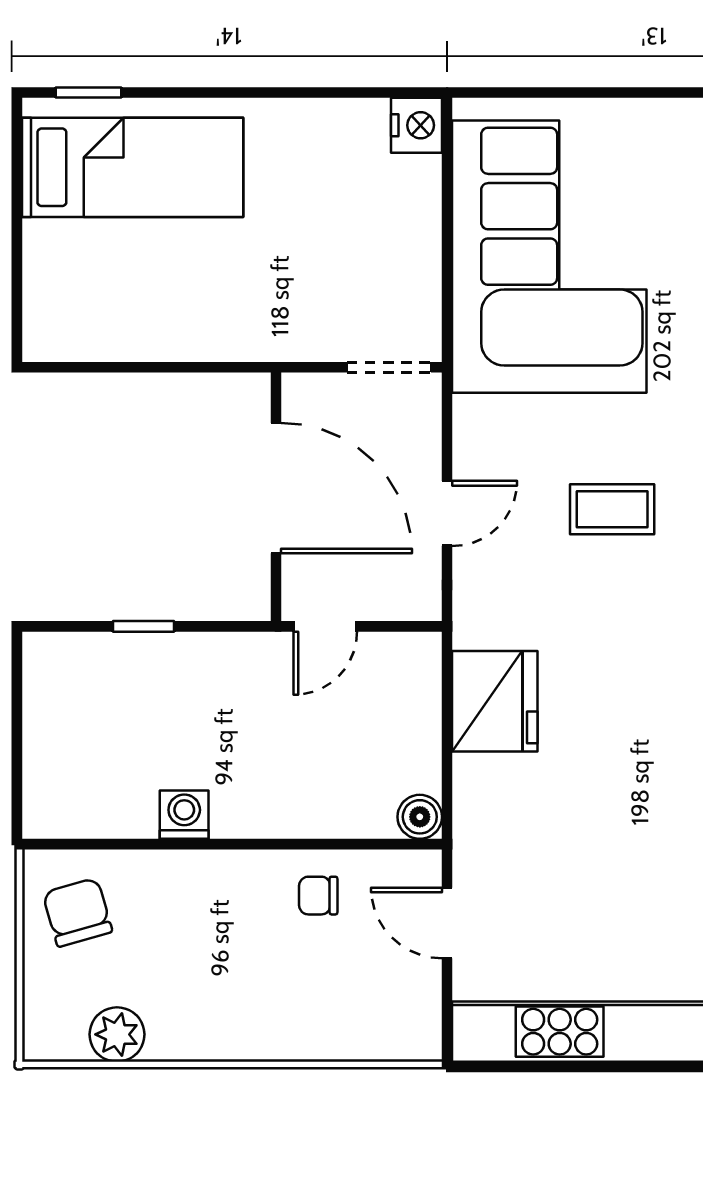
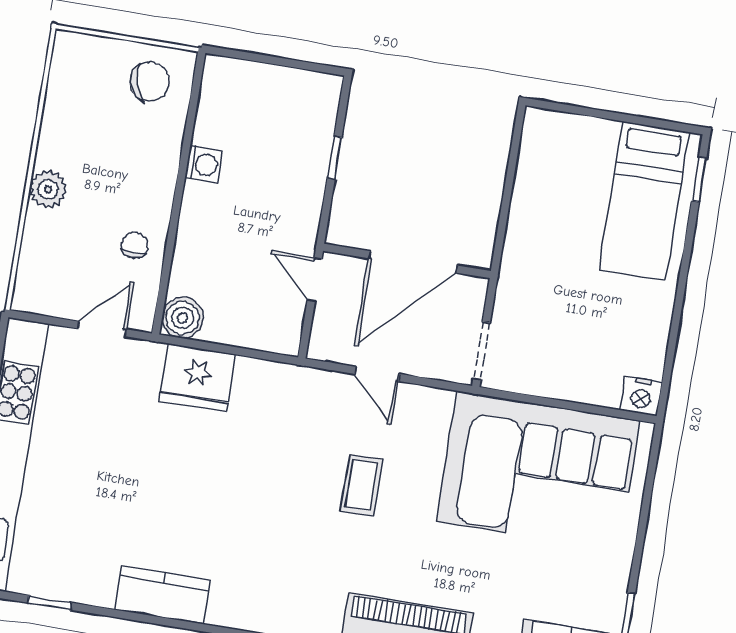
fridge: (495, 701) -> (197, 377), moved
boiler: (420, 817) -> (183, 318), width x1.36, depth x1.36
plant: (117, 1034) -> (48, 189), moved

